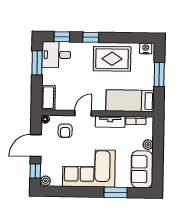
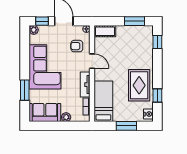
window: (91, 37) -> (157, 95), moved
desk: (56, 55) -> (142, 38), removed

